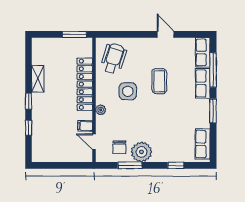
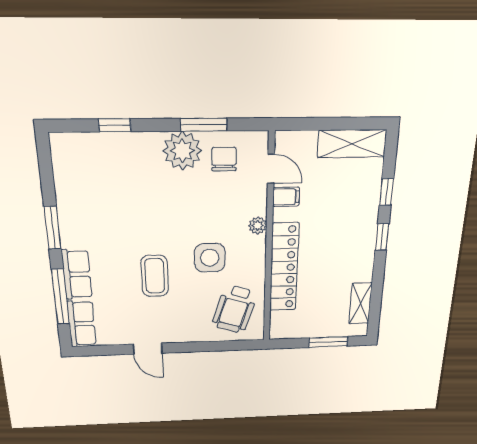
window: (74, 34) -> (328, 342), moved
shelving: (38, 79) -> (360, 303), moved
row of seats: (203, 144) -> (66, 167), removed
shelving: (50, 155) -> (352, 144), added

